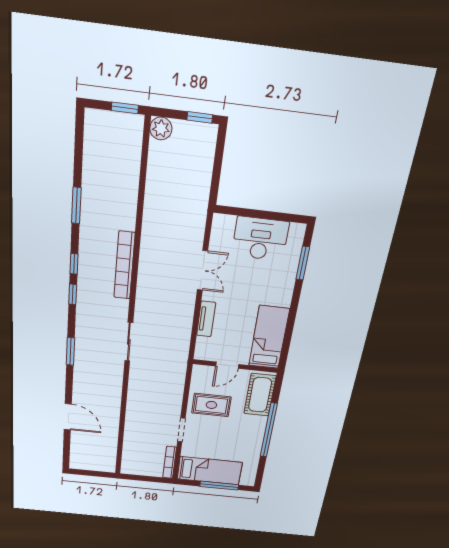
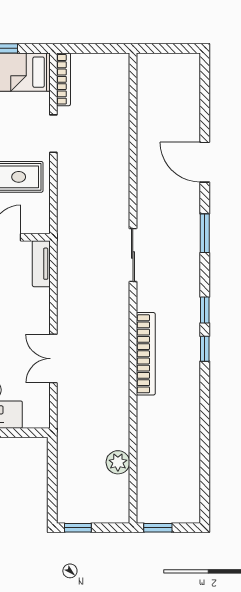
plant: (161, 129) -> (118, 462), moved
window: (76, 206) -> (205, 418), removed
tv unit: (206, 319) -> (41, 264), moved
door: (68, 417) -> (205, 162), moved

